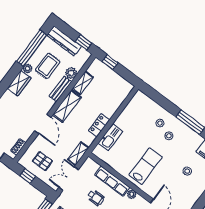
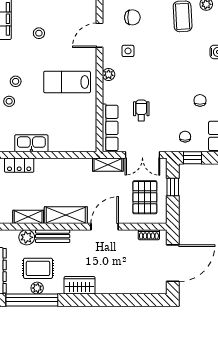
plant: (28, 68) -> (37, 288), moved
locker: (99, 125) -> (19, 165), moved
kitchen sink: (110, 137) -> (31, 143), moved
pallet: (42, 161) -> (145, 197), width x1.50, depth x1.42
window: (28, 176) -> (173, 187), moved
row of seats: (112, 181) -> (110, 128), moved

